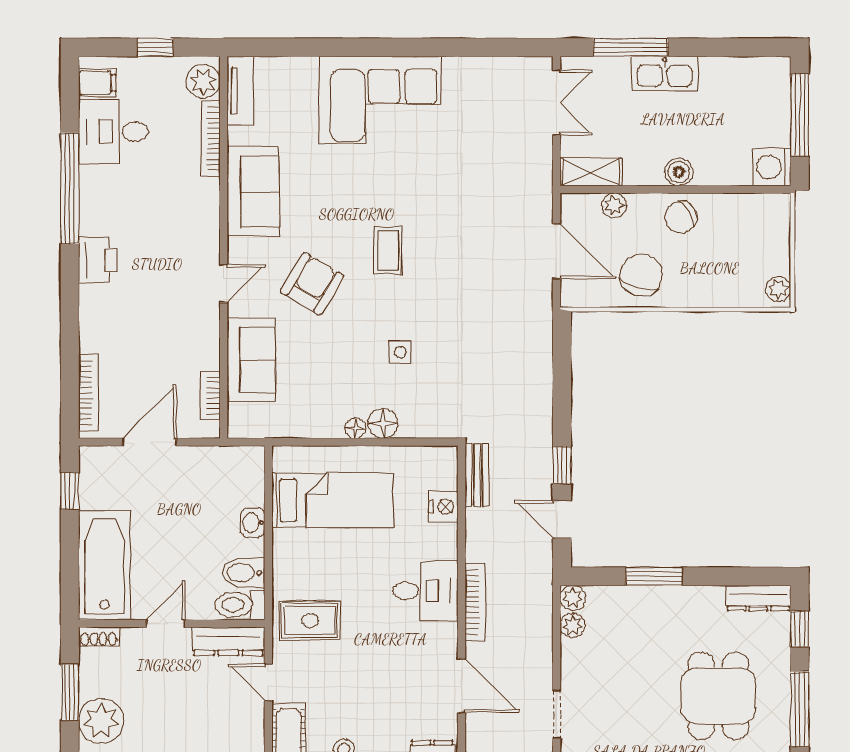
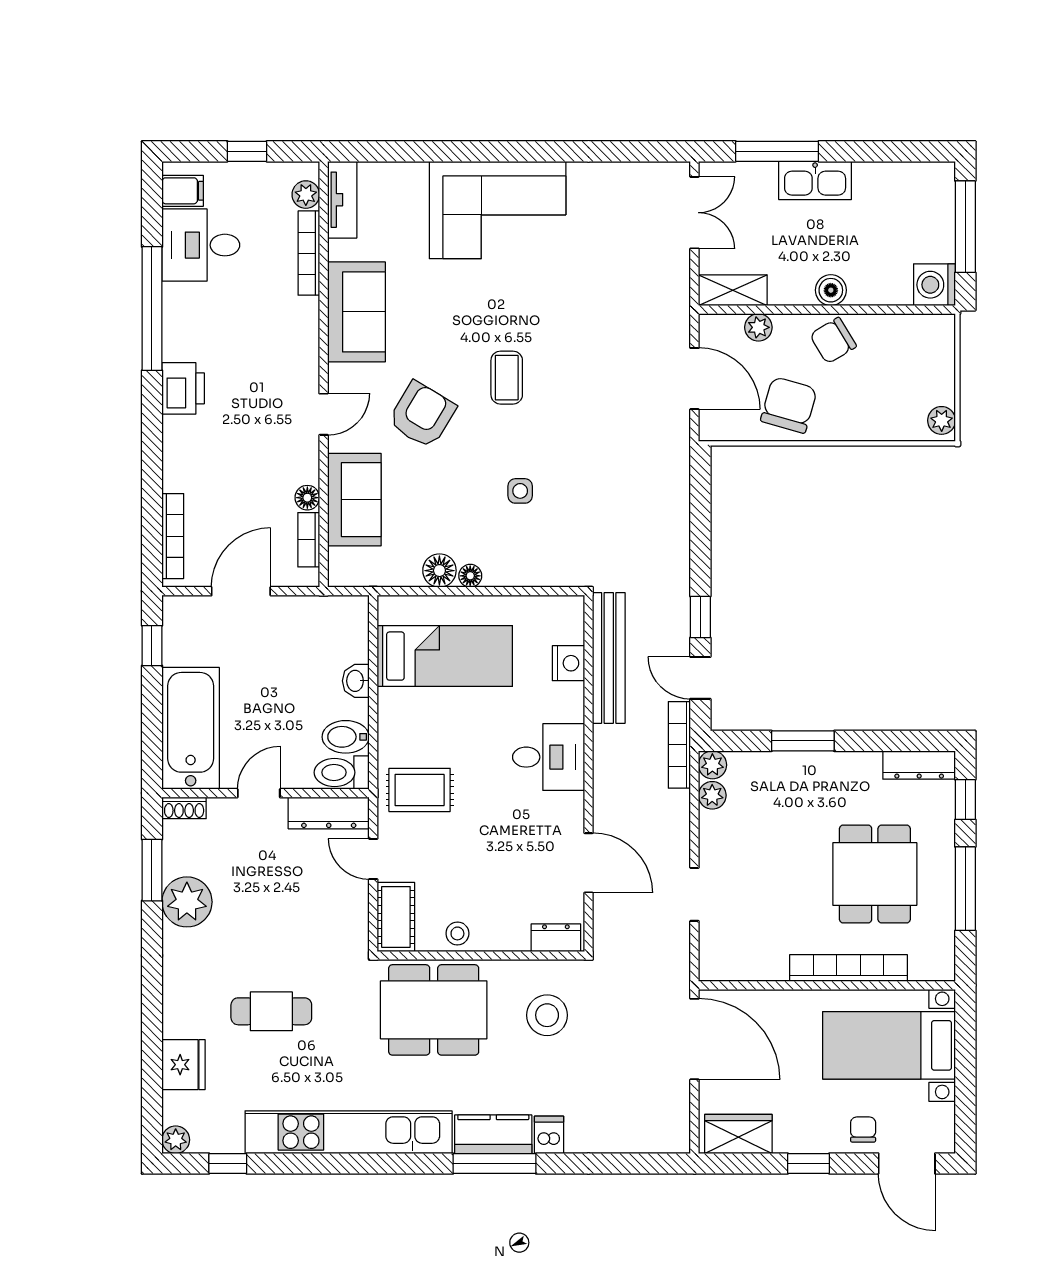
plant: (203, 81) -> (306, 195), width x0.73, depth x0.73
floor lamp: (209, 358) -> (307, 498), added
floor lamp: (383, 423) -> (439, 571), moved
bench: (477, 475) -> (609, 658), width x1.86, depth x1.21
bookcase: (475, 602) -> (679, 745), moved, turned 180

